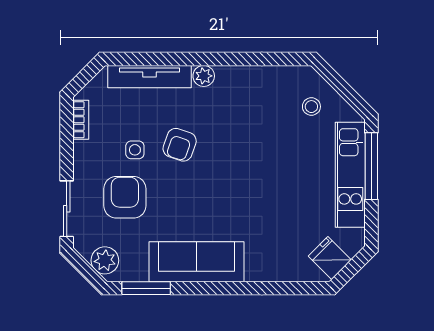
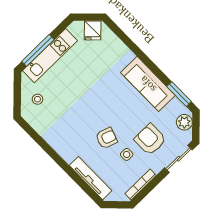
plant: (204, 76) -> (68, 156), removed
bookcase: (81, 120) -> (141, 185), width x1.56
armchair: (125, 197) -> (150, 139), turned 90

